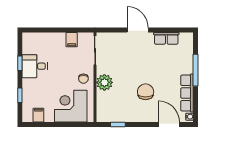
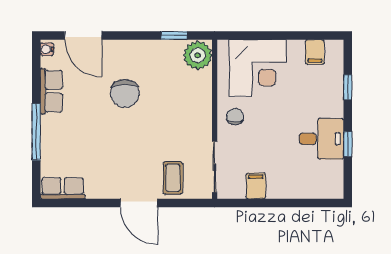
row of seats: (166, 38) -> (63, 188), moved
coffee table: (118, 44) -> (173, 178), added
plant: (104, 82) -> (198, 55), moved
row of seats: (187, 93) -> (51, 91), width x0.68

